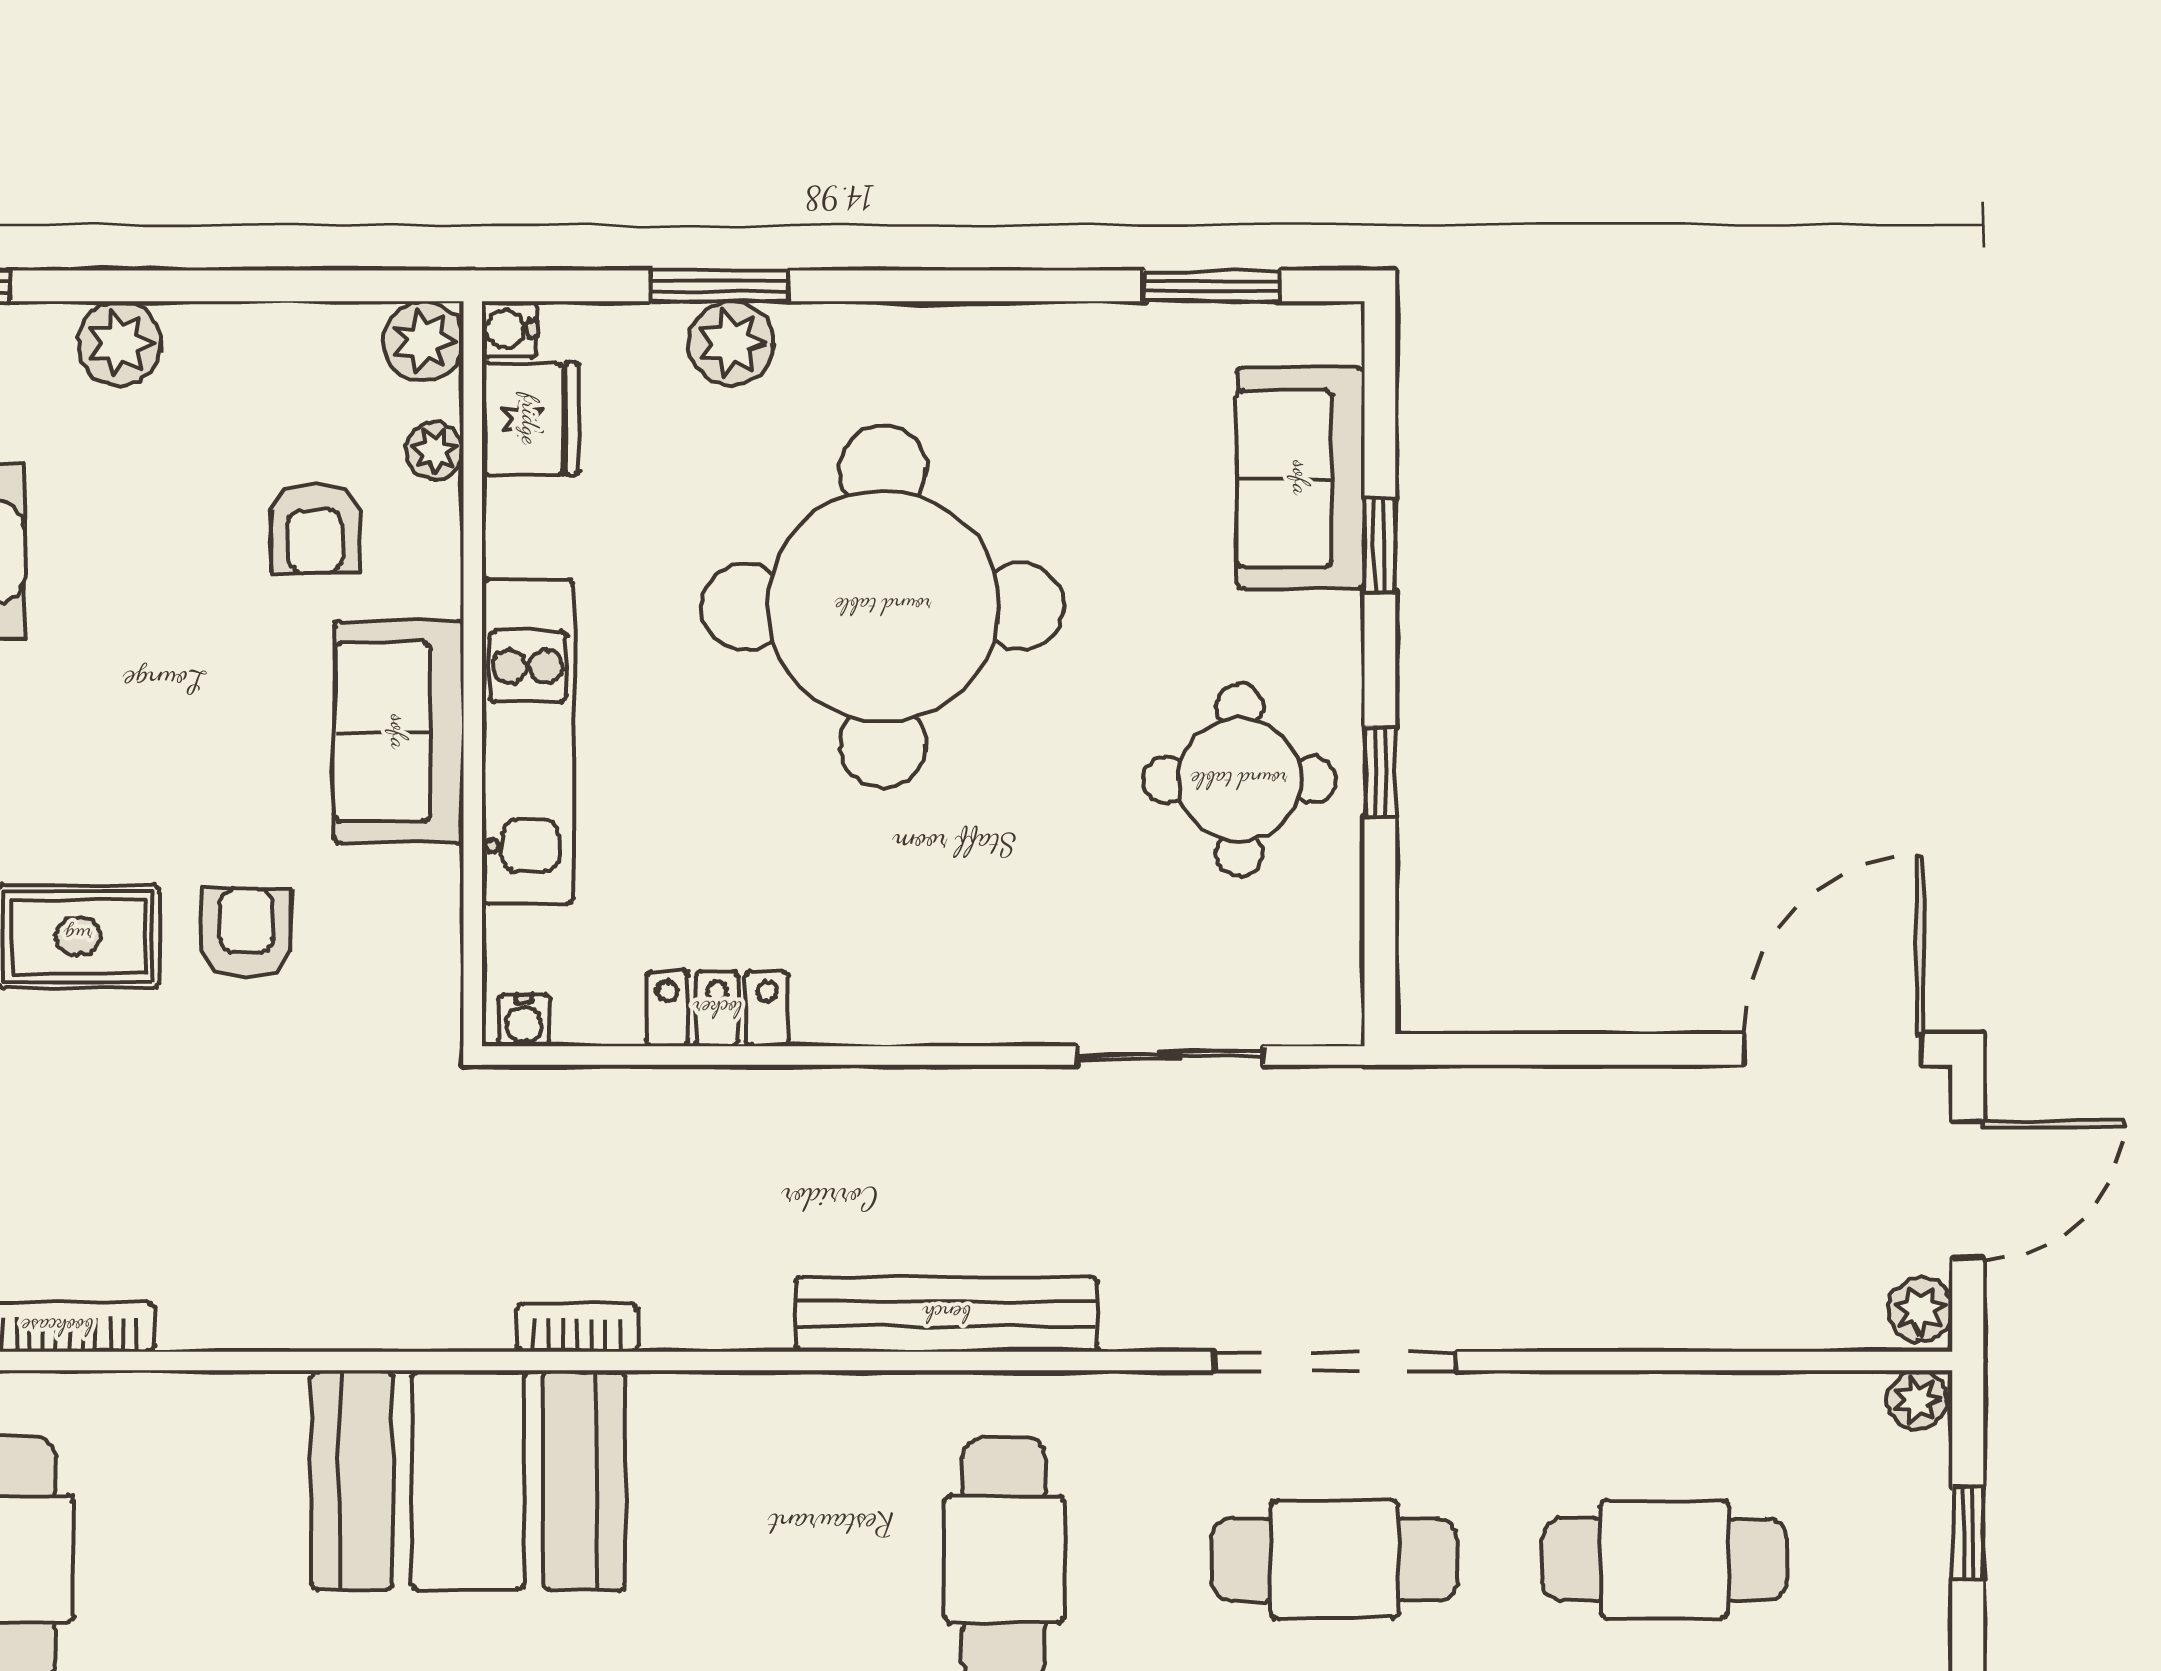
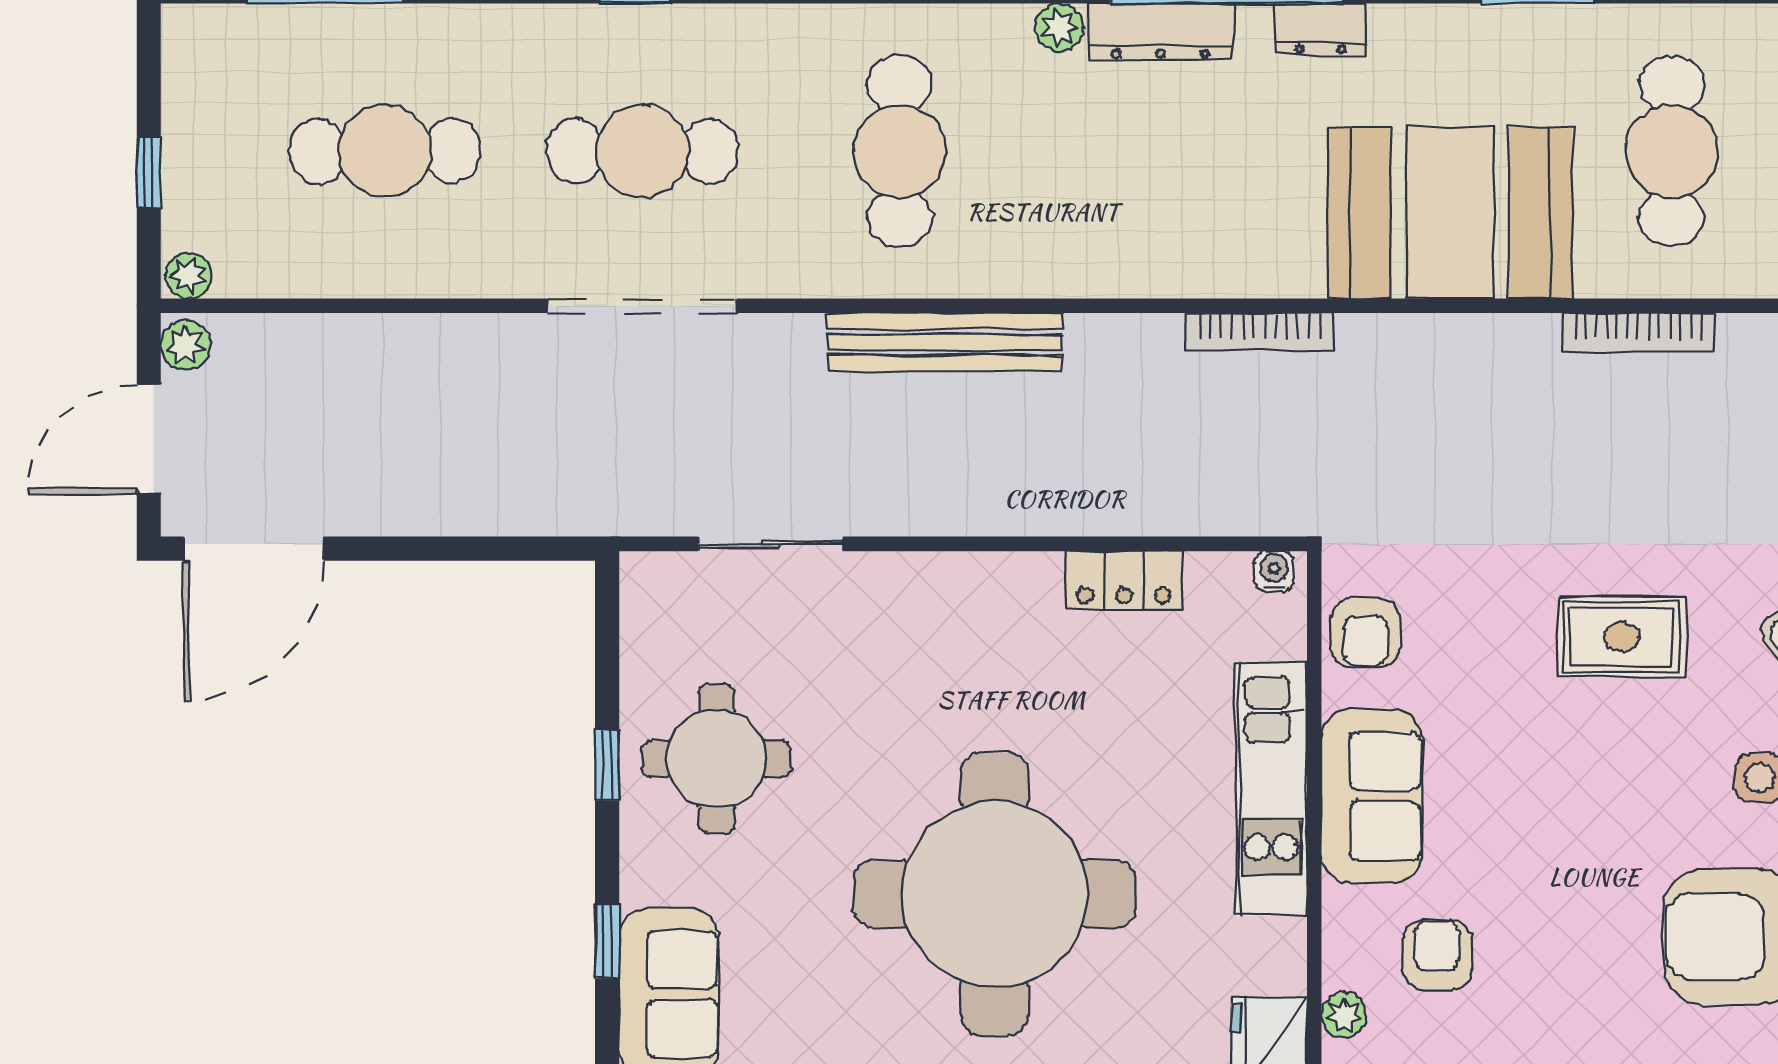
armchair: (246, 933) -> (1366, 632), moved
bookcase: (577, 1328) -> (1259, 332), width x1.56
booth: (468, 1480) -> (1450, 213), moved

